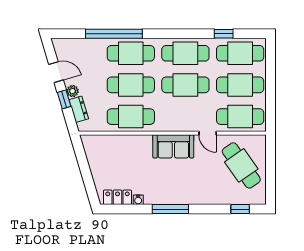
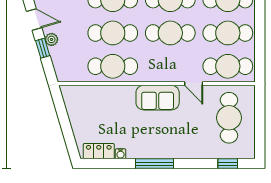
dresser: (79, 109) -> (58, 59), removed
cafe table: (241, 165) -> (229, 118), turned 35

